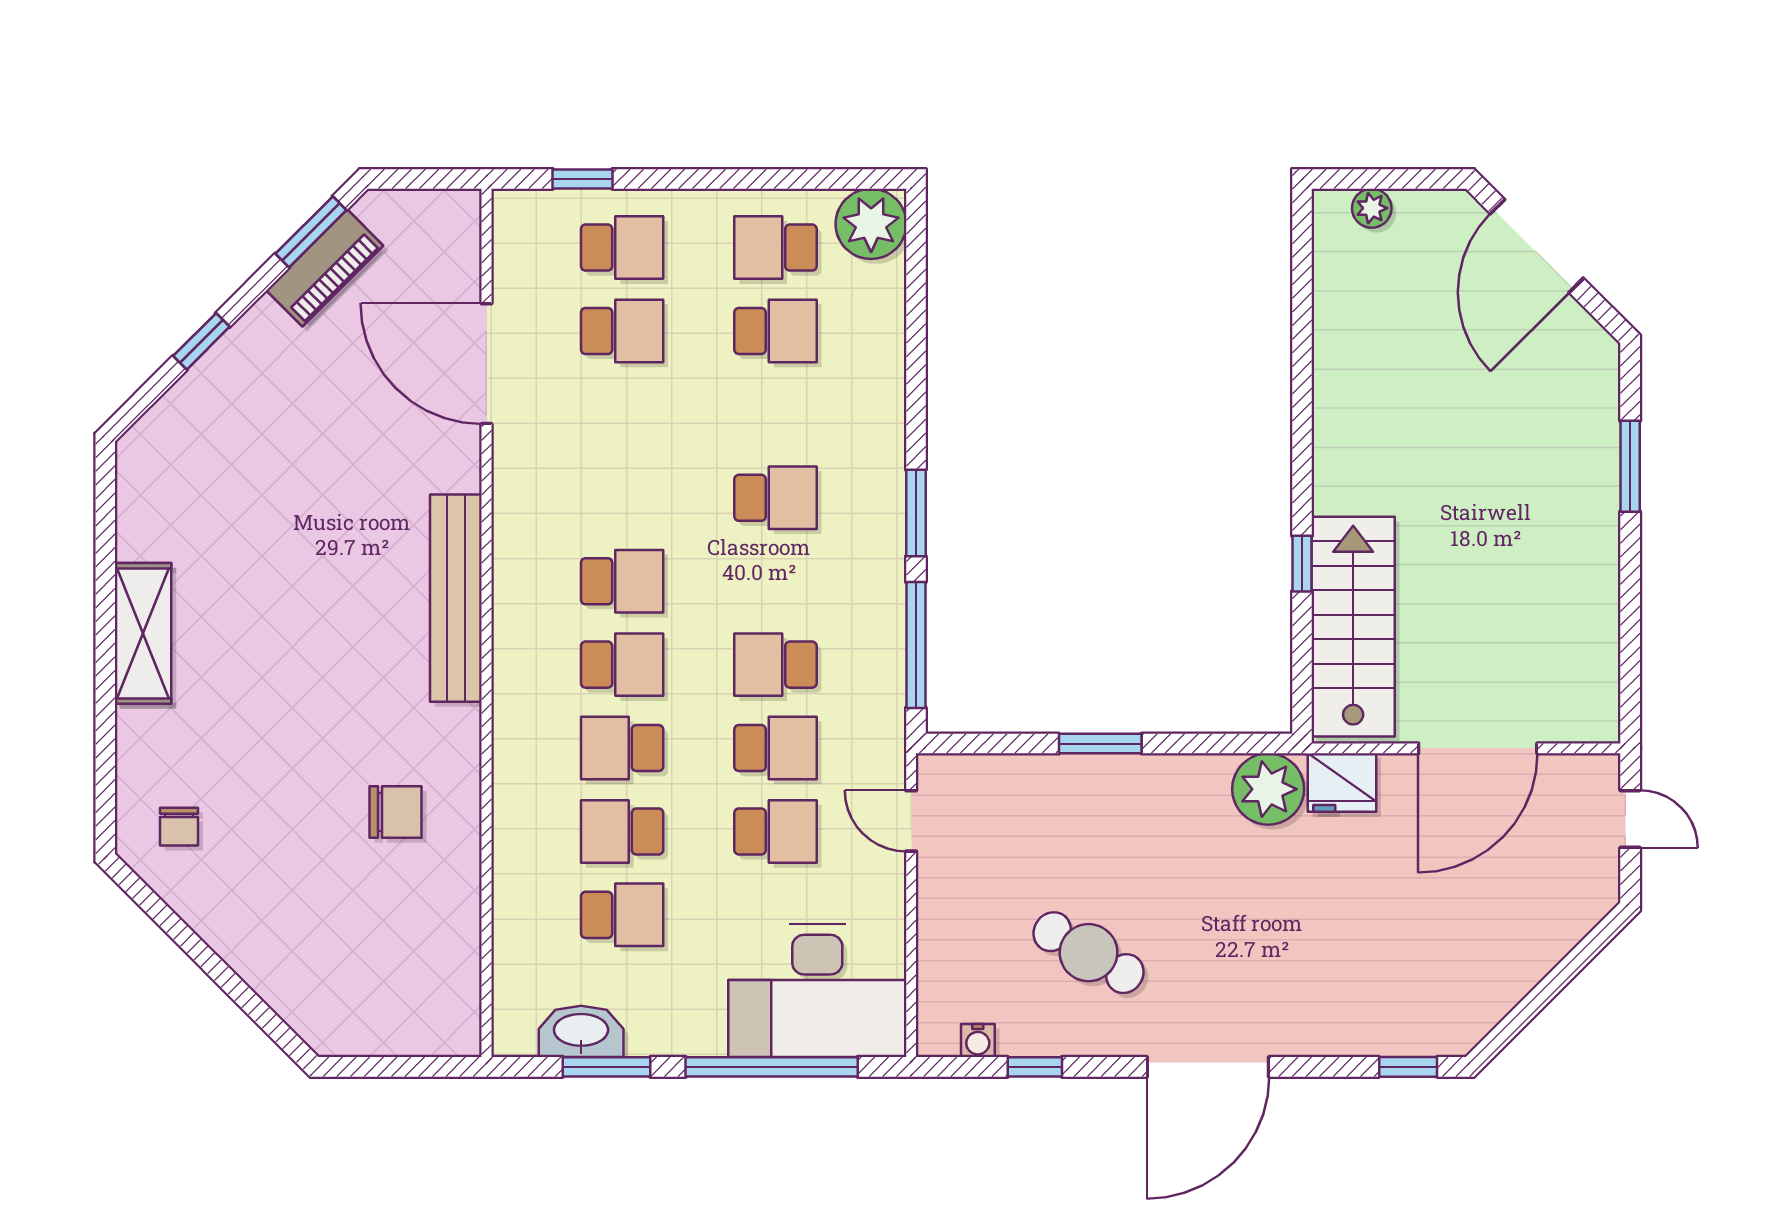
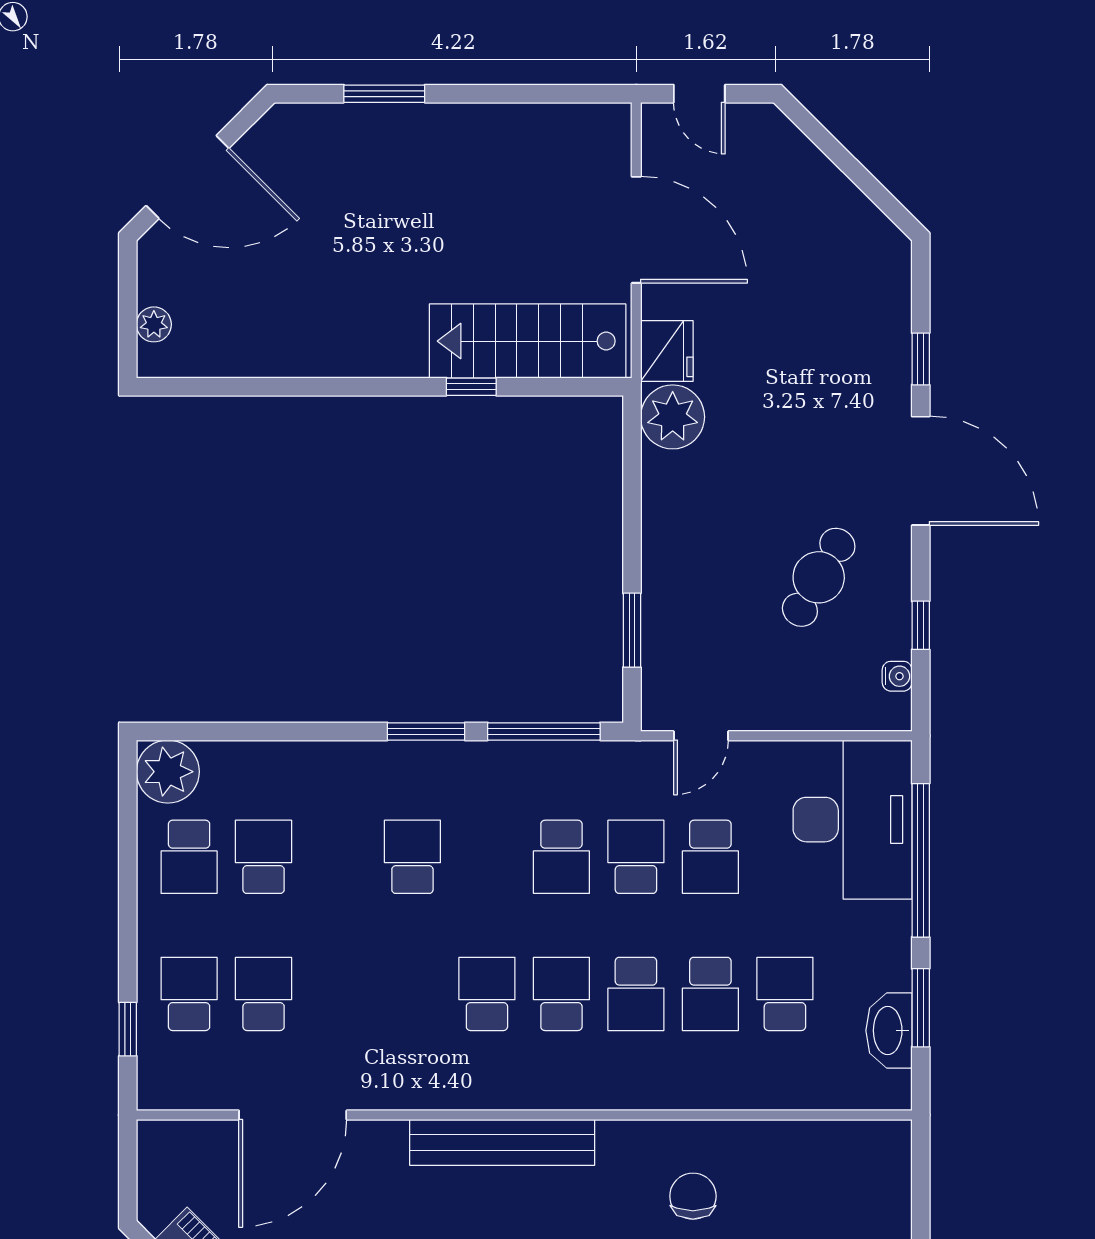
window: (1100, 744) -> (632, 630), moved
door: (1630, 819) -> (699, 94), swing flipped
school desk: (776, 831) -> (710, 857), turned 180
window: (1408, 1067) -> (921, 359), moved

